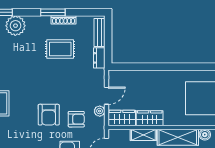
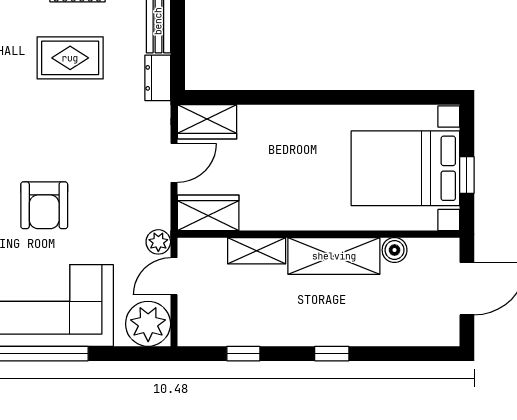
plant: (100, 111) -> (158, 242), moved
wardrobe: (150, 118) -> (207, 122), moved, turned 180
armchair: (76, 119) -> (106, 215), removed

